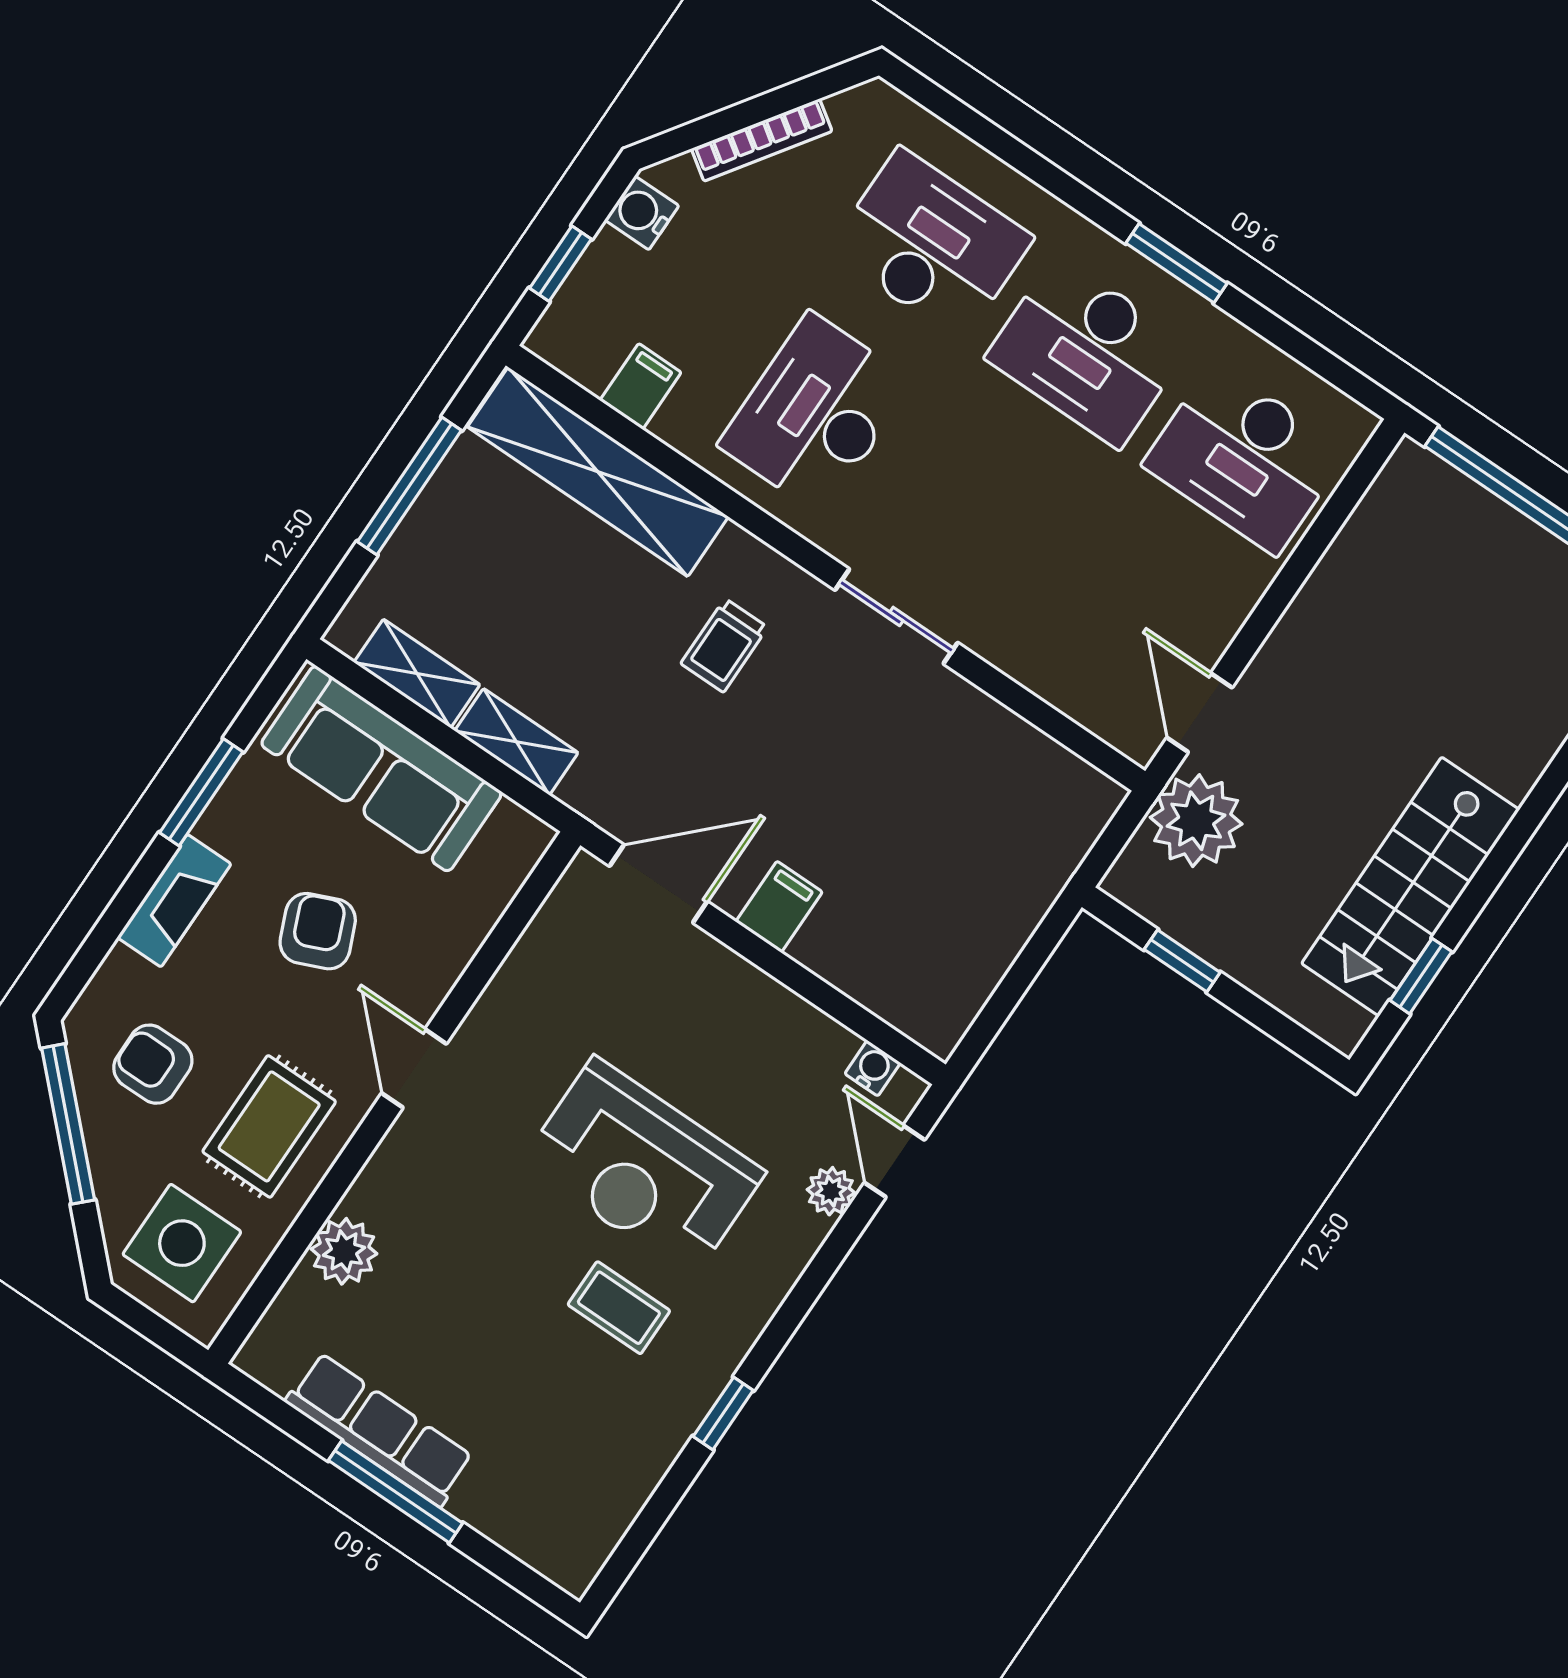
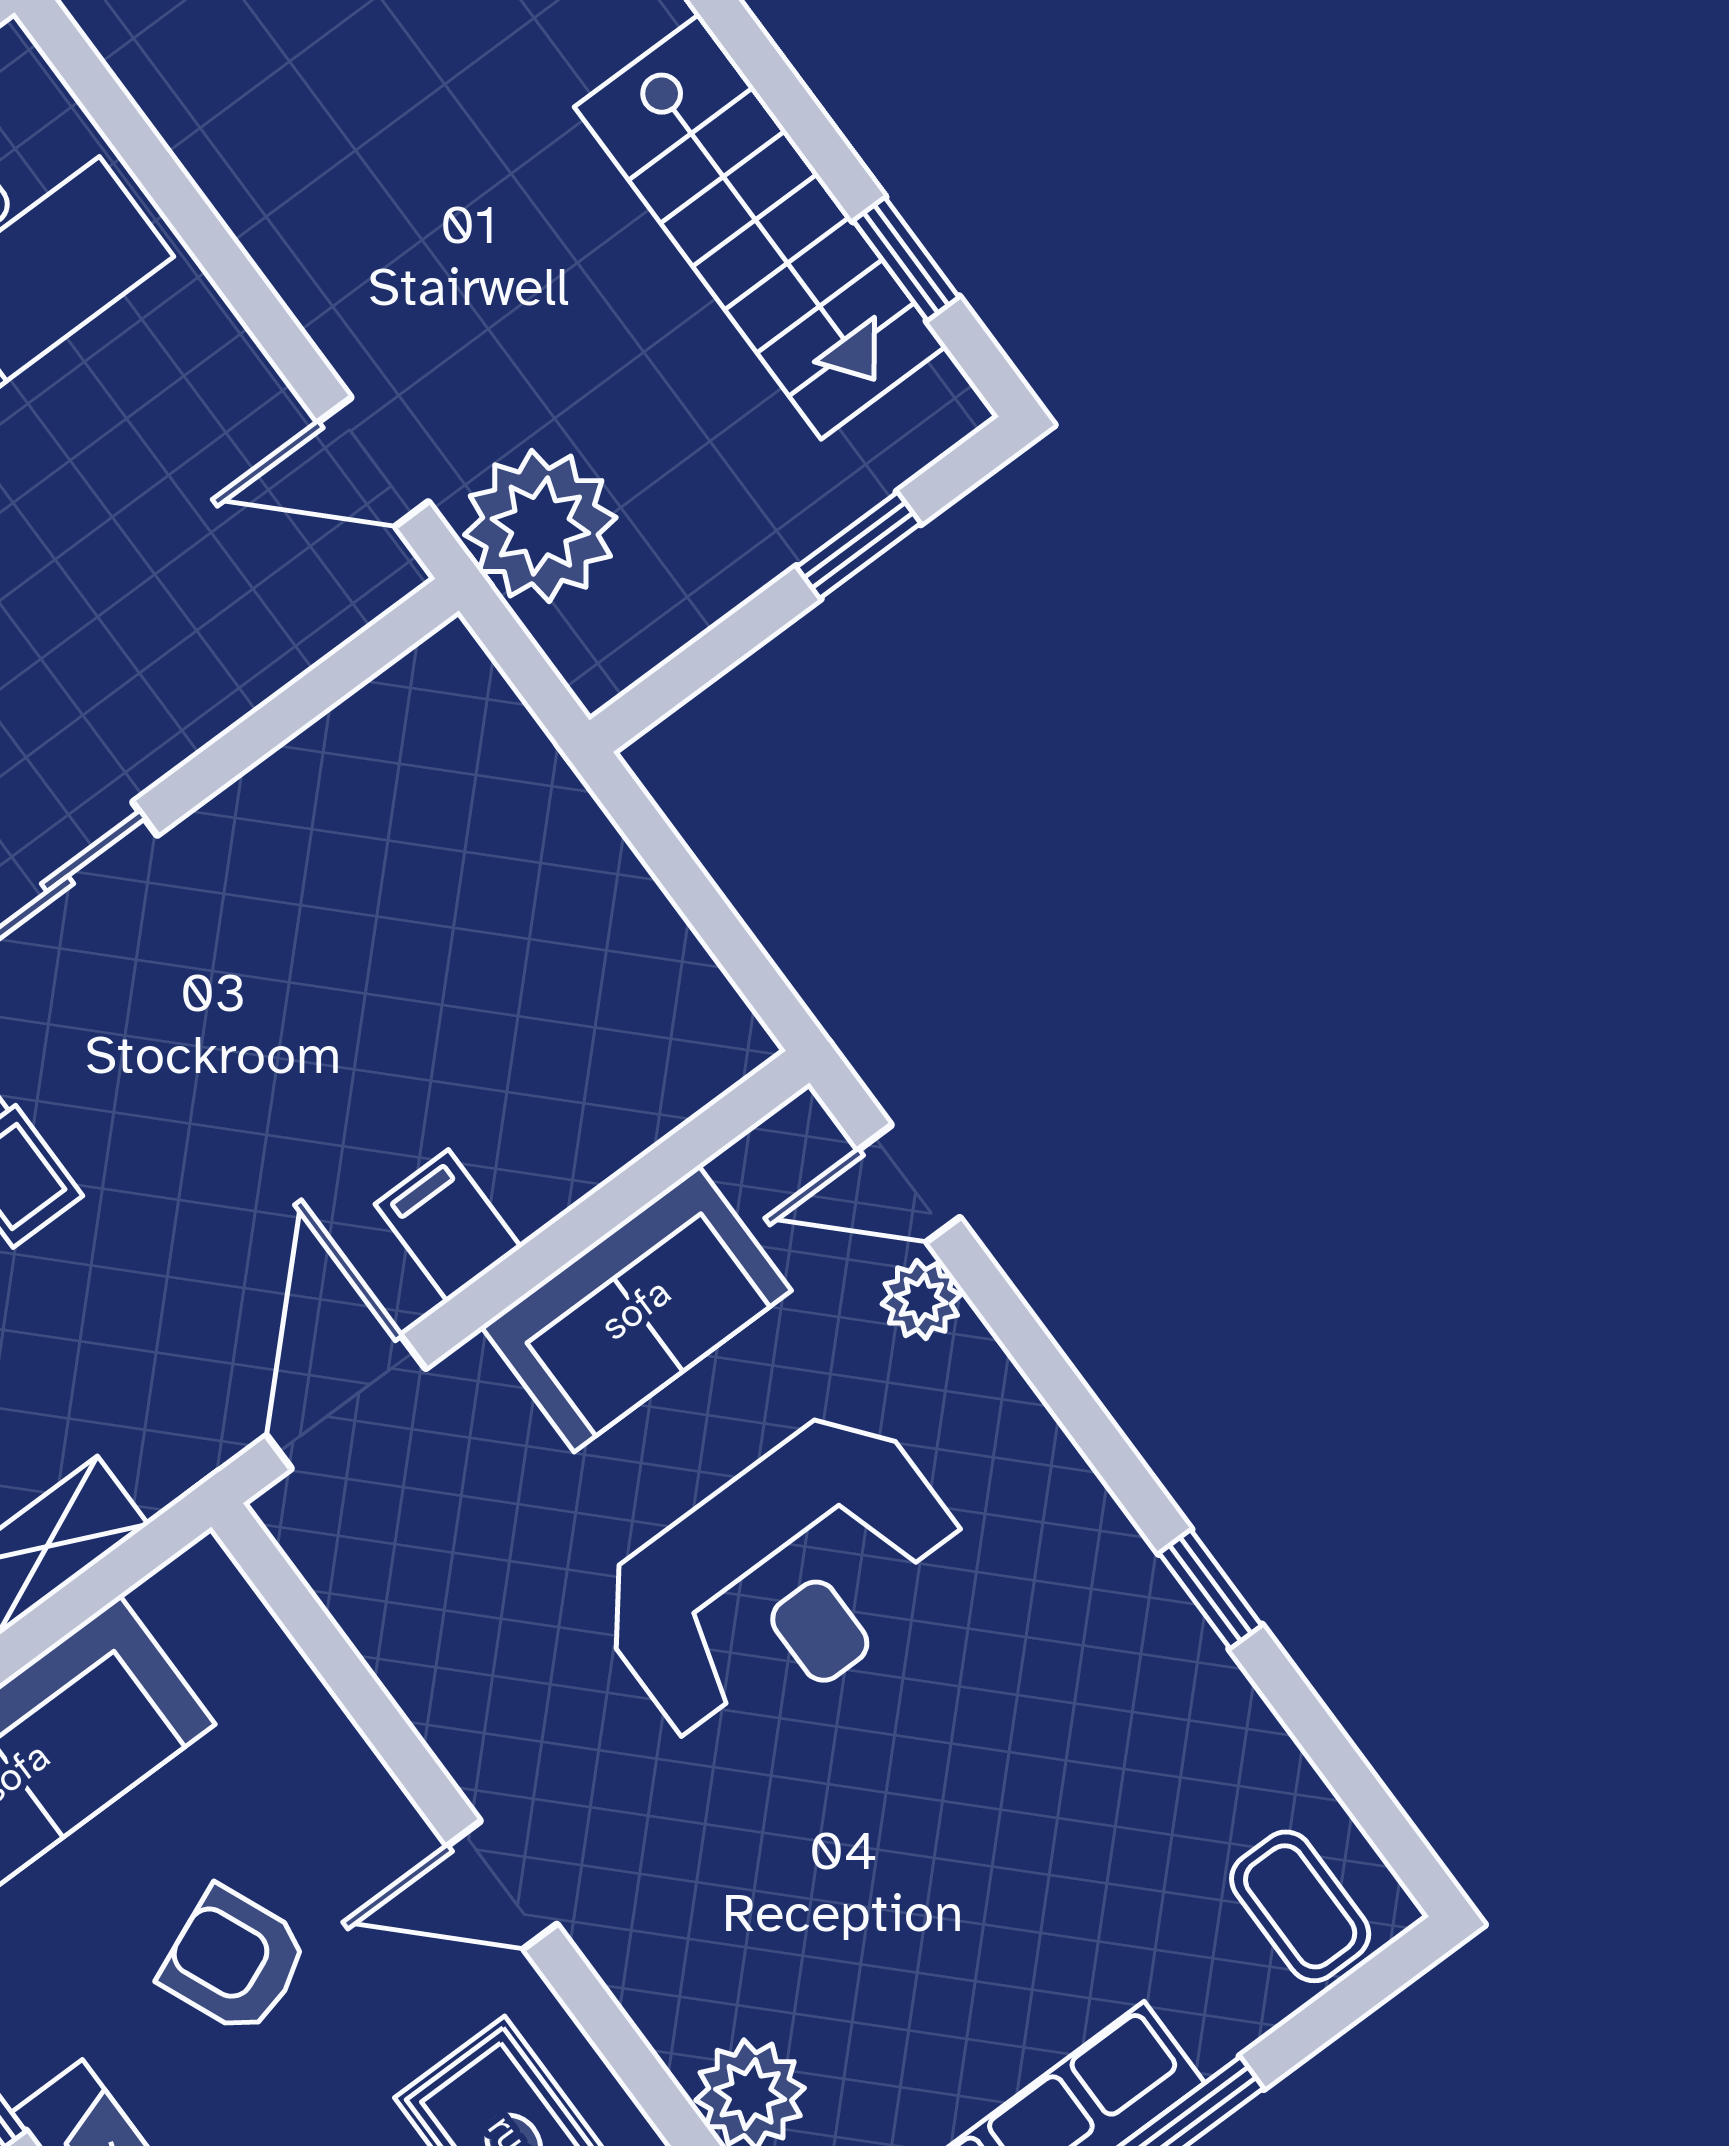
window: (1182, 961) -> (859, 545), moved
sofa: (769, 1031) -> (636, 1309), added
water cooler: (873, 1068) -> (751, 1167), removed
coffee table: (619, 1308) -> (1300, 1906), moved, turned 90

